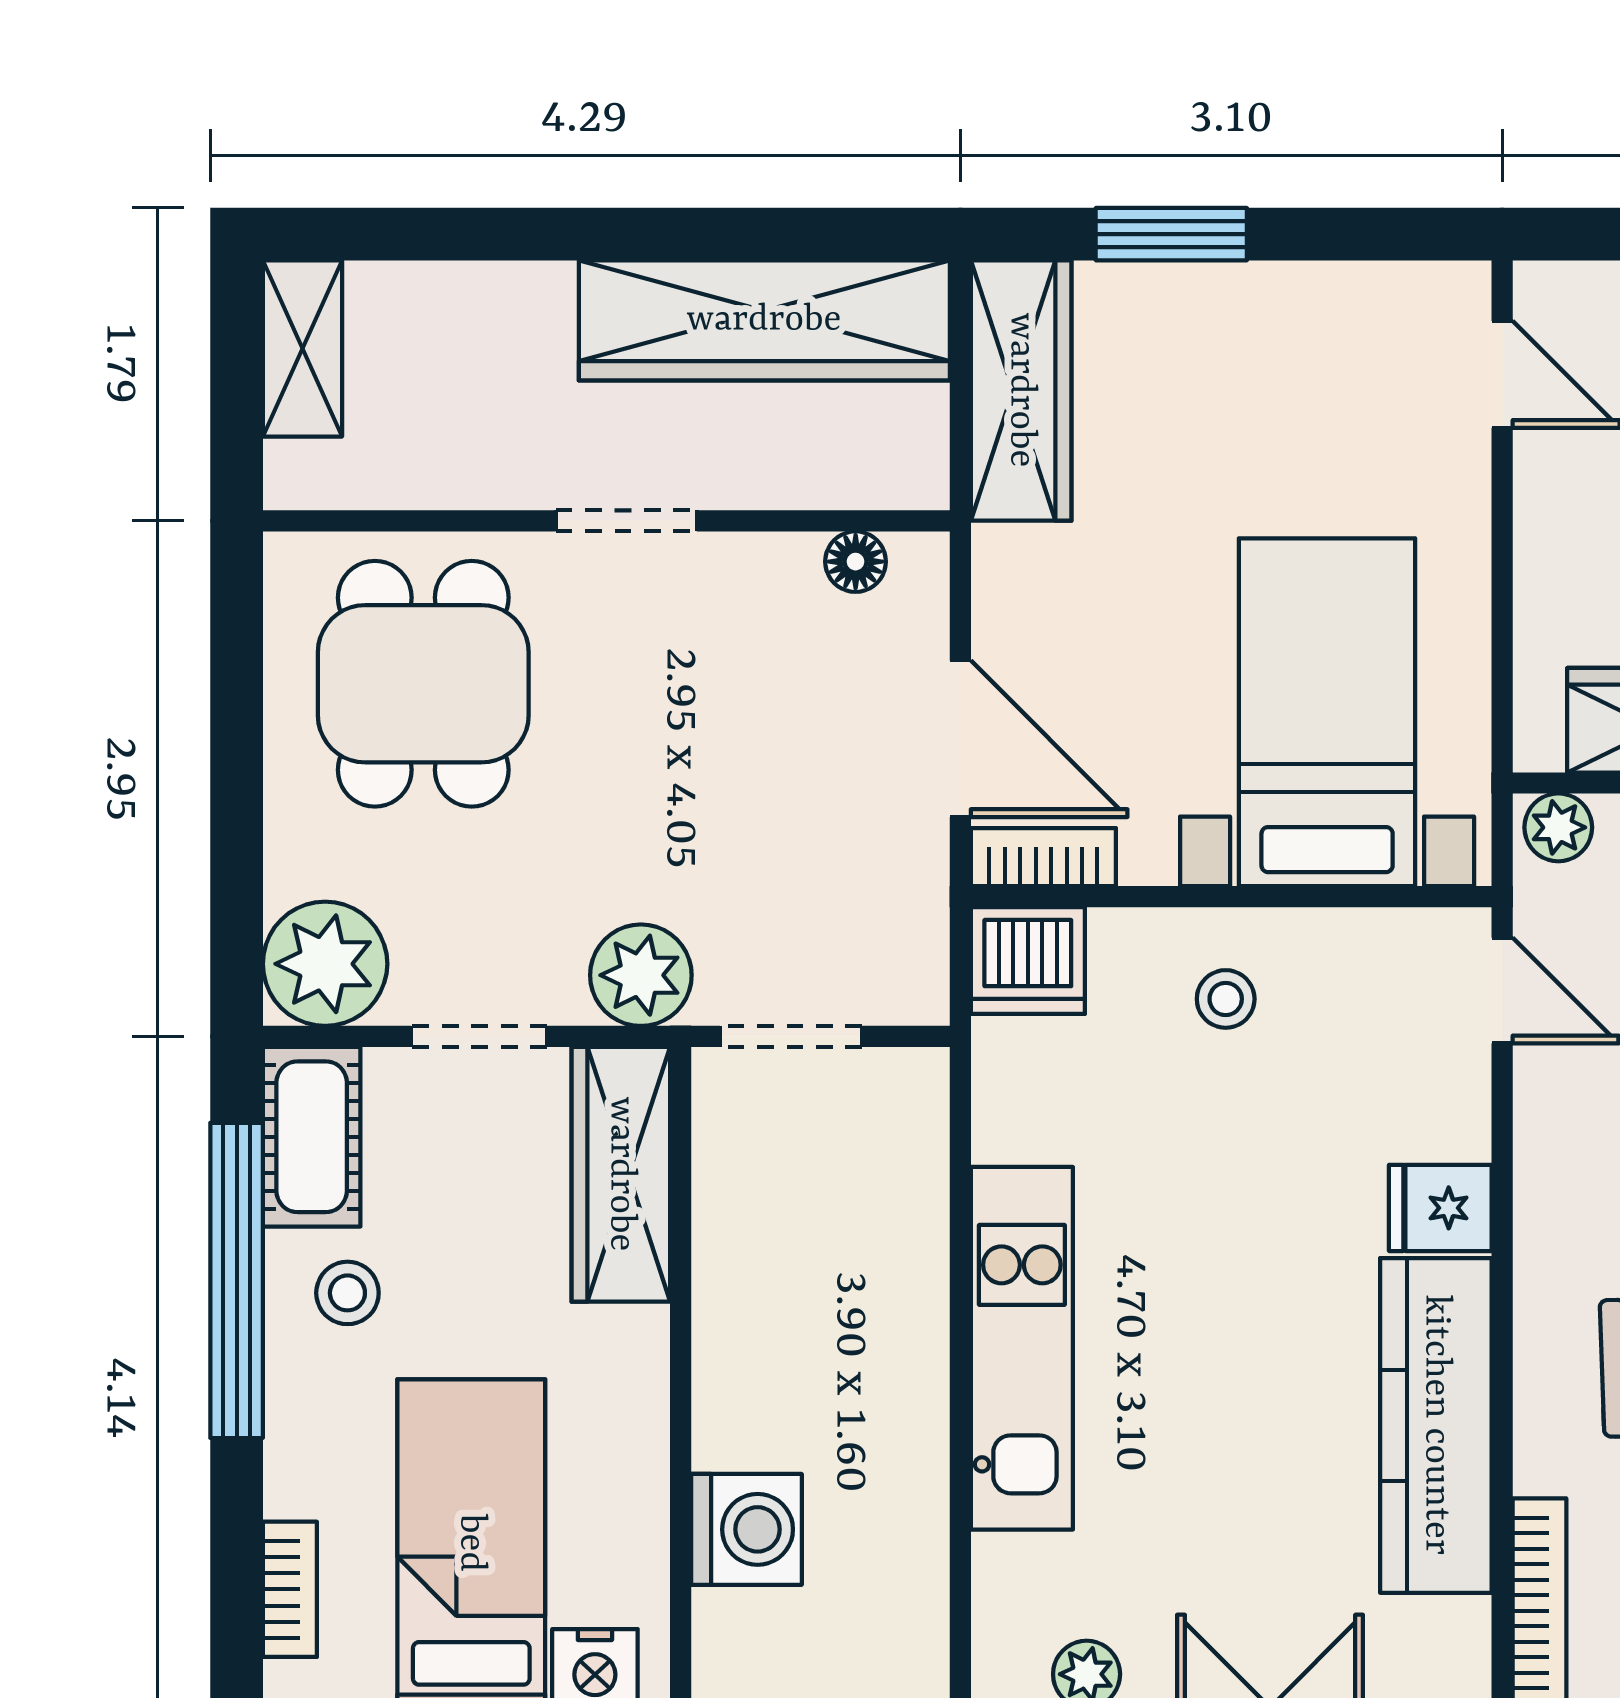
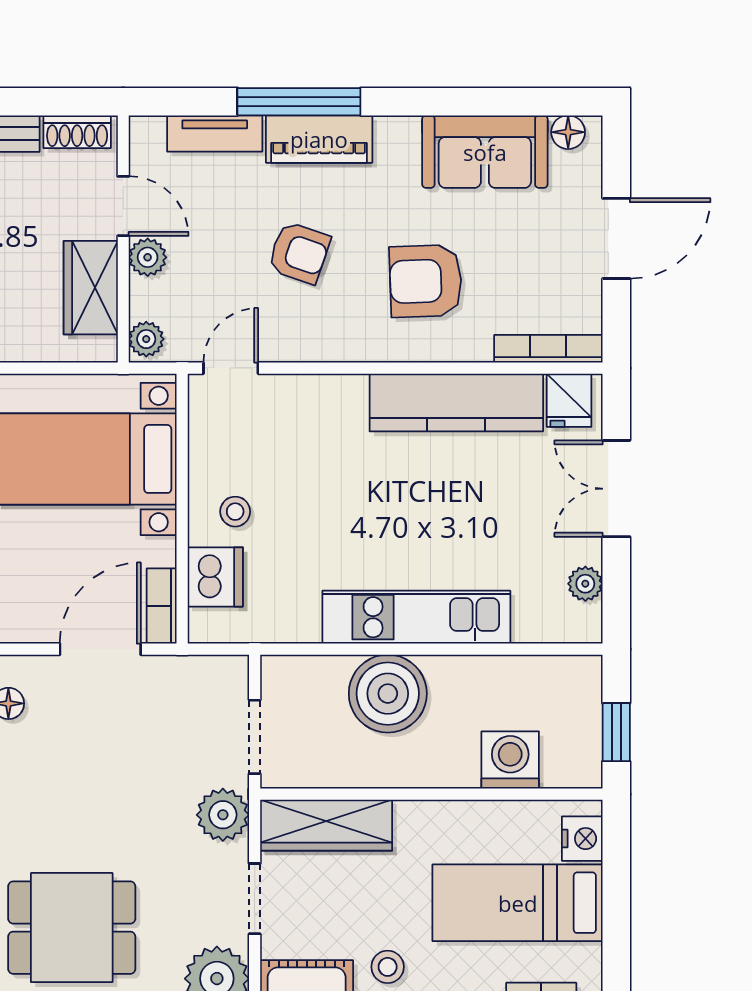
dishwasher: (1028, 961) -> (215, 577), moved
fridge: (1440, 1208) -> (569, 400), moved
boiler: (875, 1293) -> (388, 694), added

